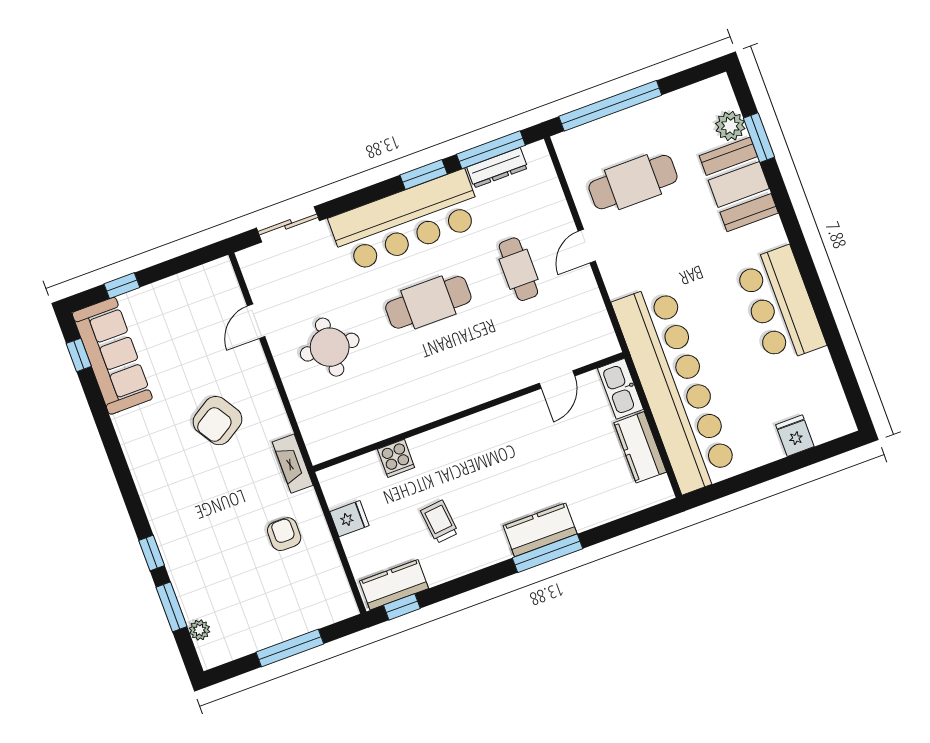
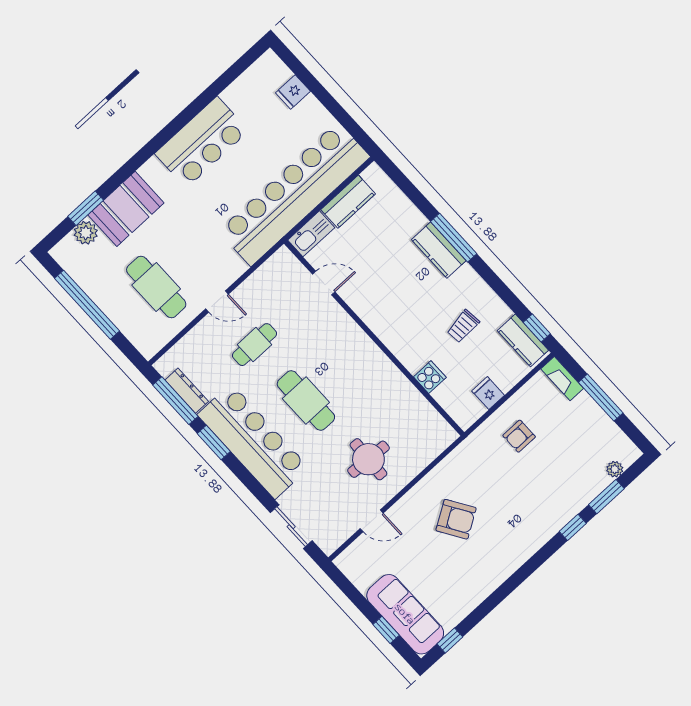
window: (610, 106) -> (87, 305), moved
sofa: (112, 356) -> (405, 614), moved, turned 90
fireplace: (293, 464) -> (562, 379), moved, turned 90

